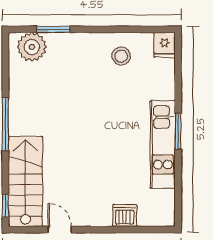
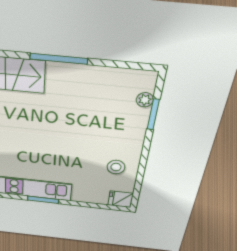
plant: (32, 47) -> (145, 100), width x0.53, depth x0.53

